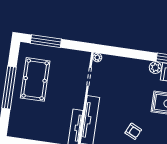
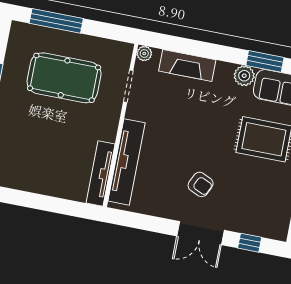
fireplace: (122, 63) -> (187, 65), added
pool table: (35, 79) -> (64, 78), moved, turned 90

